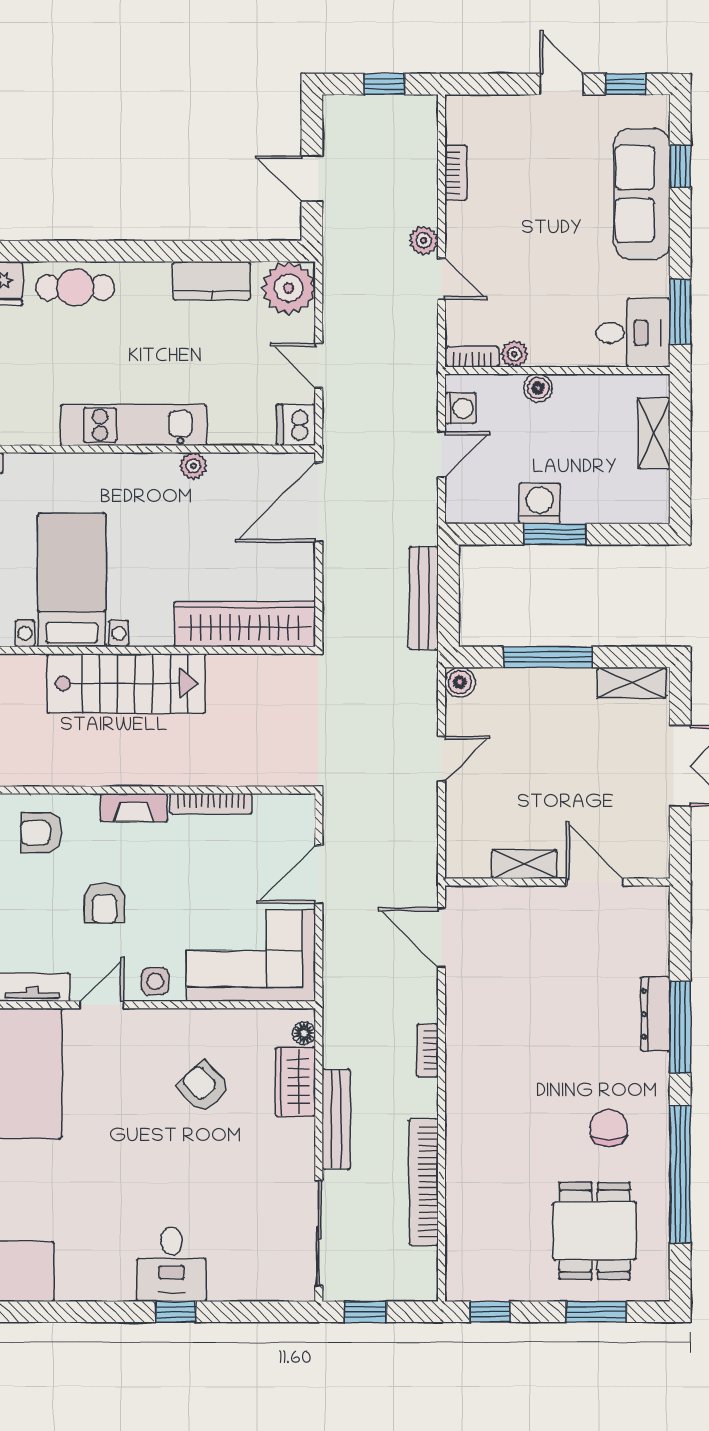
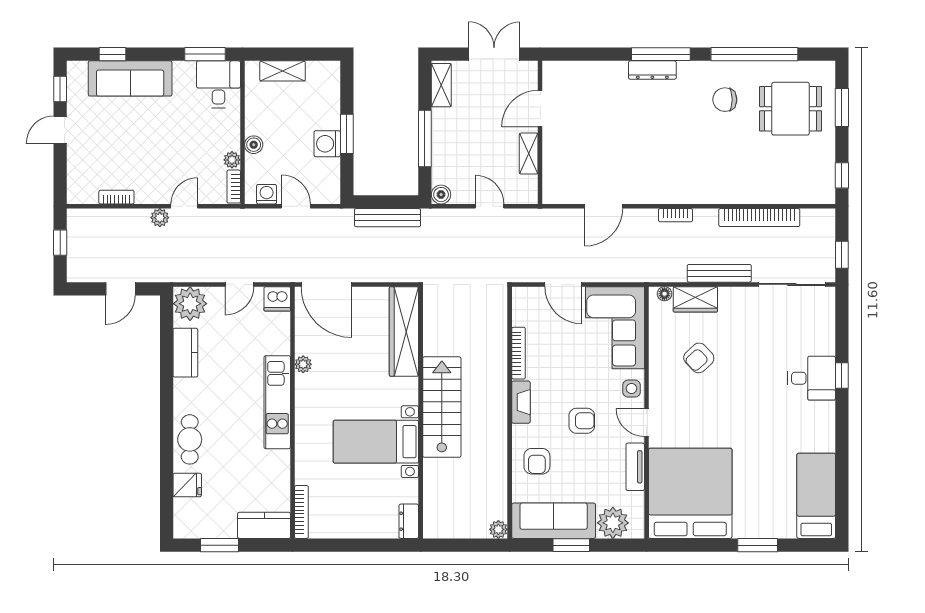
shelving: (524, 864) -> (529, 154), moved
wall: (557, 882) -> (540, 132), moved
door: (595, 882) -> (540, 109), moved

